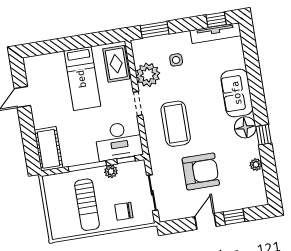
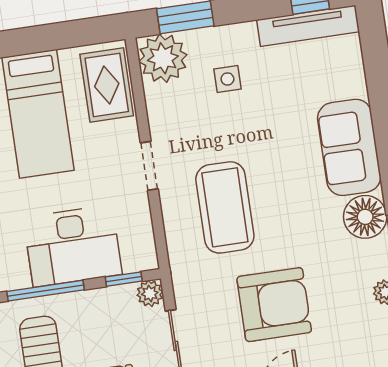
plant: (148, 75) -> (163, 58), moved
desk: (119, 141) -> (73, 246), moved
plant: (111, 171) -> (150, 293), moved

